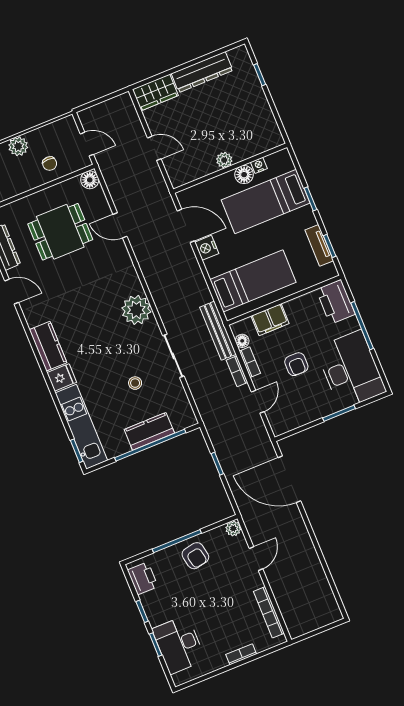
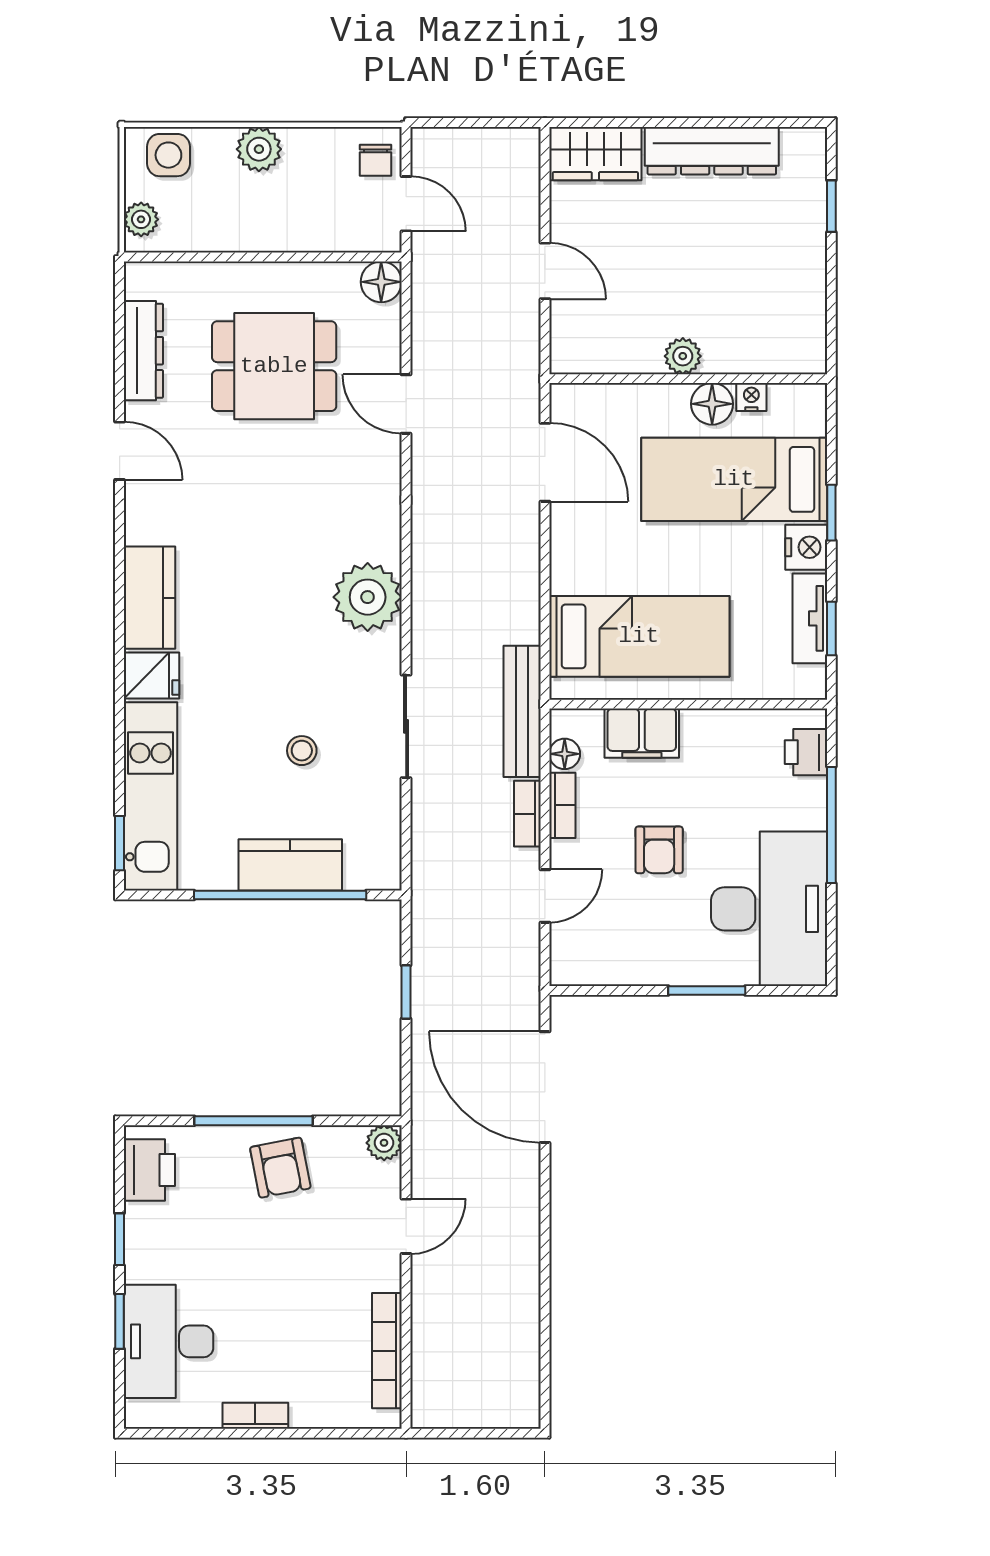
chair: (50, 164) -> (376, 160), moved
nightstand: (207, 248) -> (806, 547), moved, turned 180
printer: (336, 302) -> (806, 752), width x0.53, depth x0.68
bookcase: (241, 654) -> (255, 1416), moved

